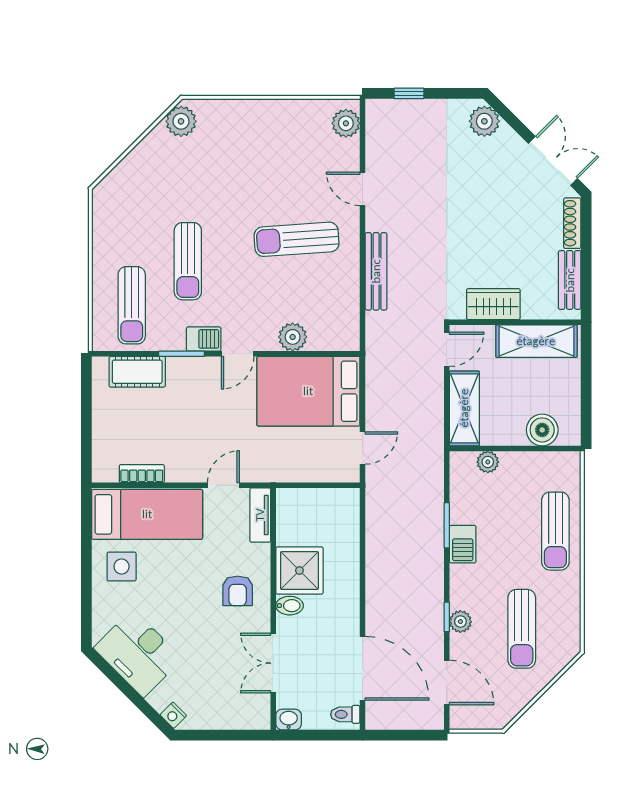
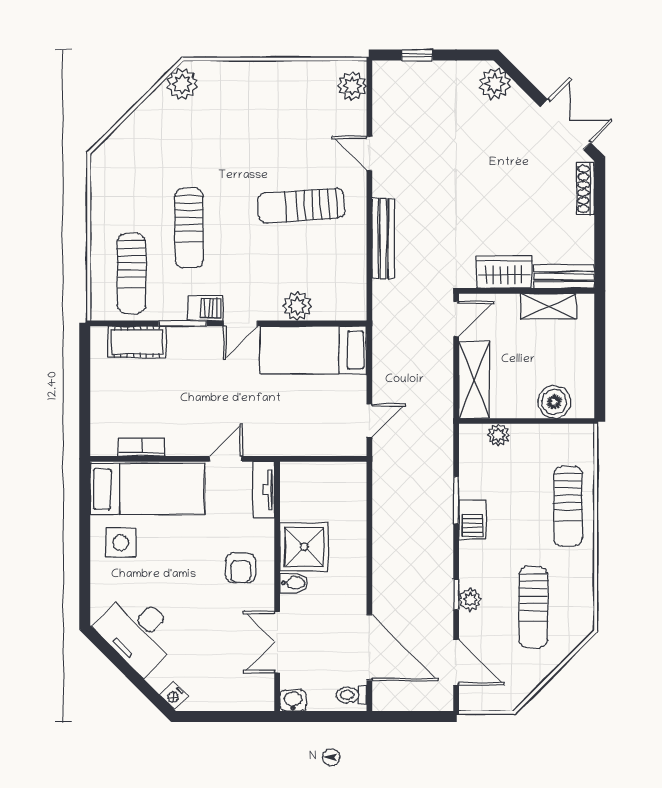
bench: (570, 280) -> (564, 277), moved, turned 90
shelving: (536, 341) -> (548, 306), width x0.67, depth x0.75
bed: (308, 391) -> (313, 350), width x0.67

